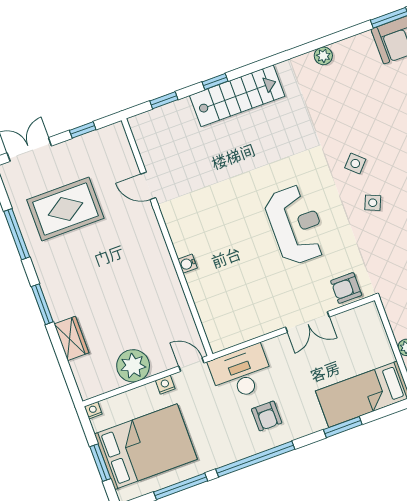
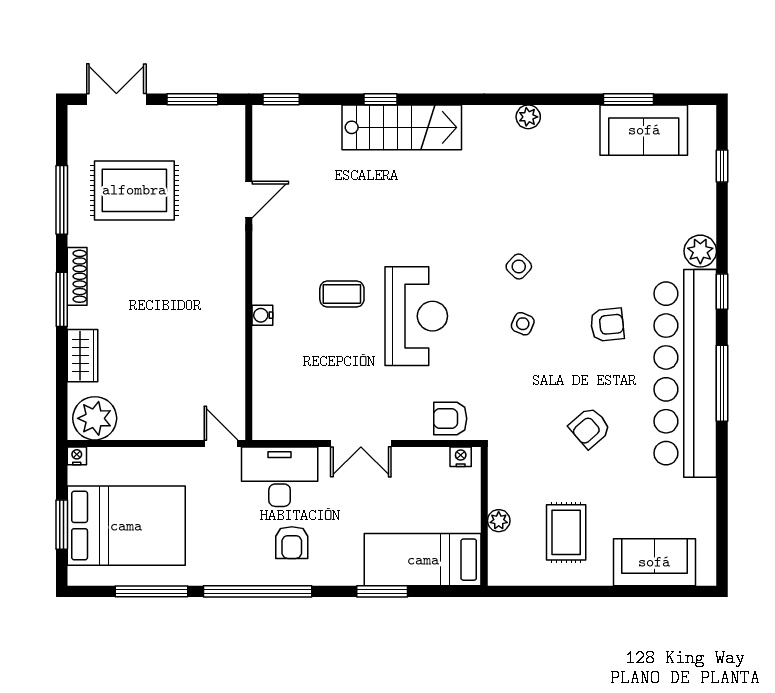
window: (164, 100) -> (281, 99), moved
window: (83, 130) -> (192, 99), width x1.50
door: (148, 186) -> (249, 200), swing flipped
coffee table: (238, 228) -> (342, 294), added
shoe rack: (47, 284) -> (77, 276), added
double door: (307, 322) -> (361, 443), moved
plant: (133, 366) -> (95, 418), moved
nightstand: (165, 385) -> (461, 457), moved

